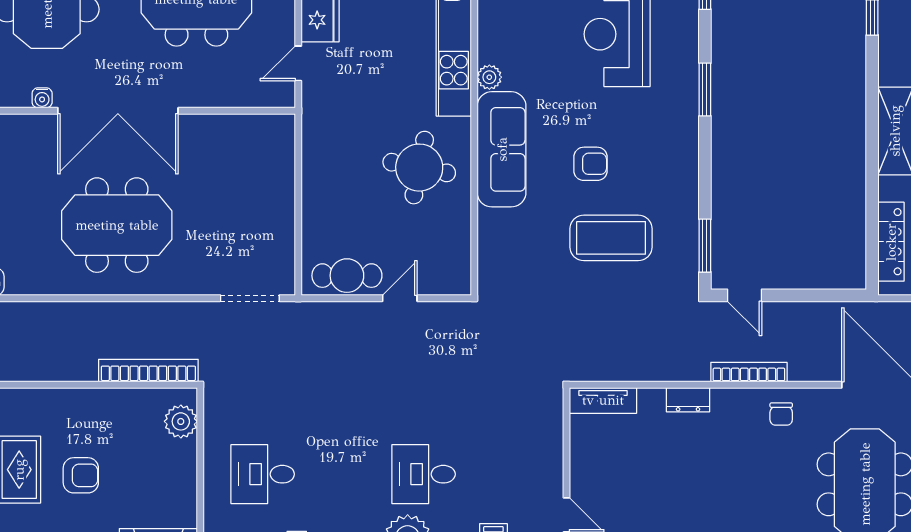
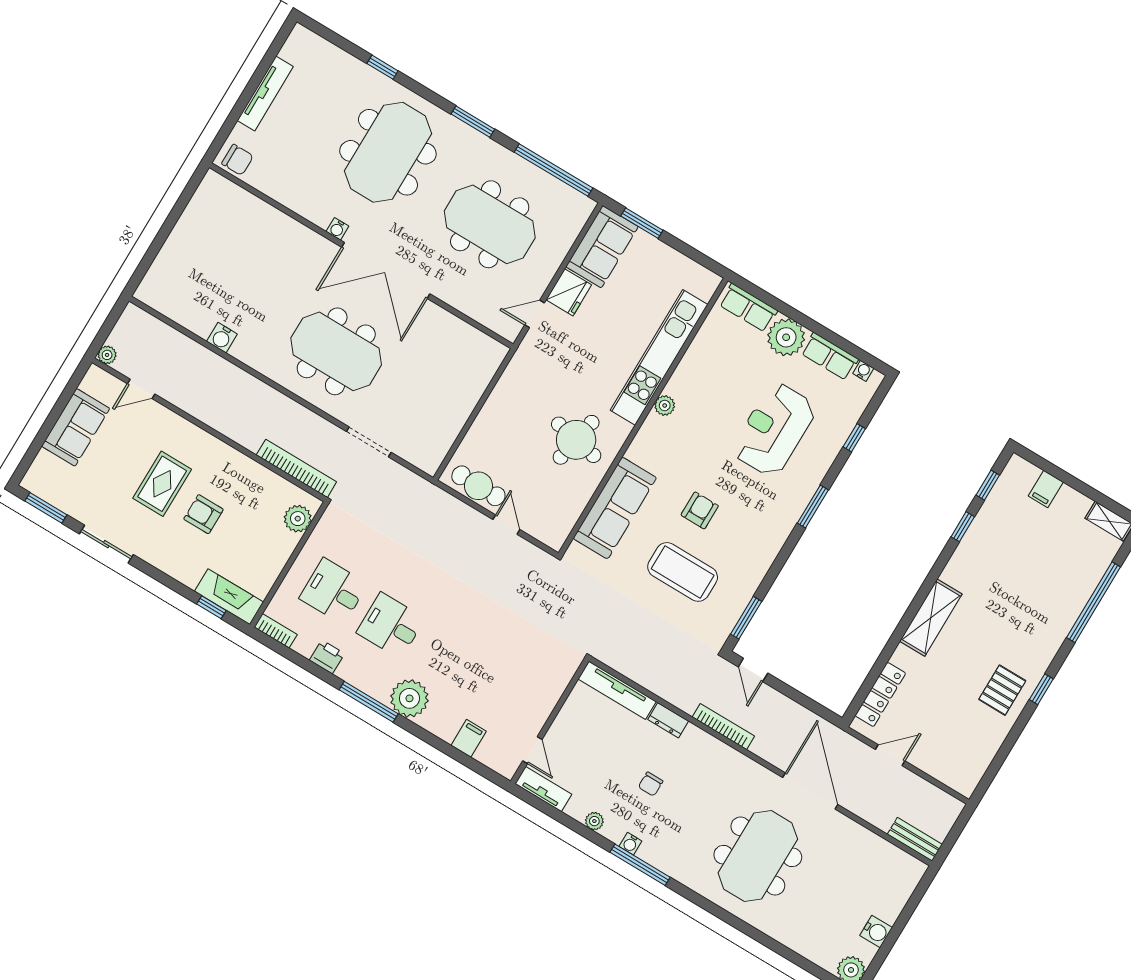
sofa: (502, 149) -> (615, 508), moved
armchair: (591, 164) -> (700, 510), turned -90
doorway: (250, 298) -> (369, 442), moved
door: (400, 298) -> (506, 525), hinge flipped
tv unit: (603, 400) -> (617, 690), width x1.41
chair: (781, 414) -> (651, 784), moved
desk: (424, 474) -> (391, 626), moved
armchair: (81, 475) -> (203, 514), turned 180

